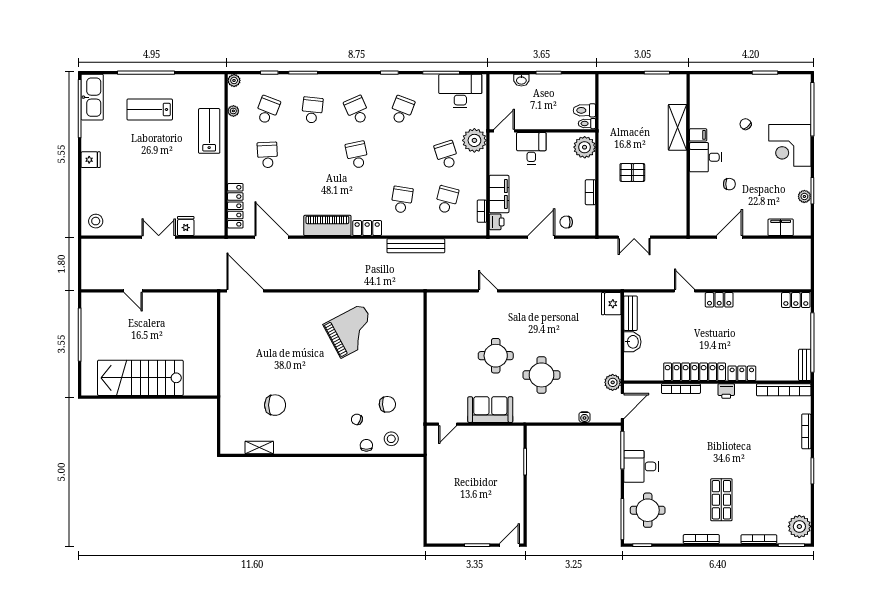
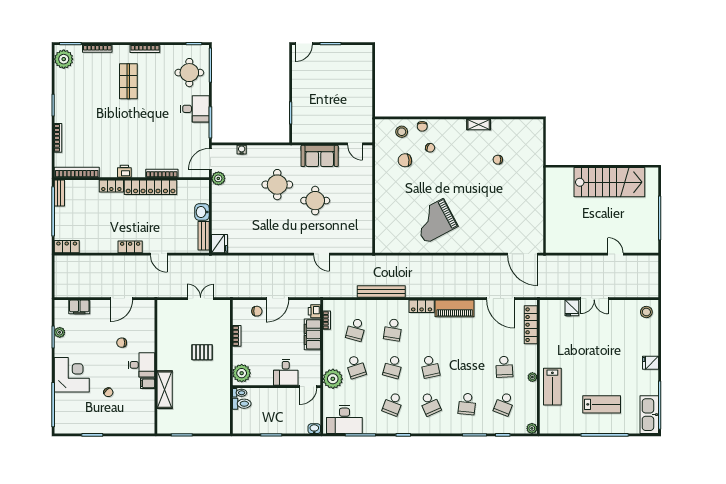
washbasin: (521, 80) -> (314, 429), moved
plant: (233, 111) -> (532, 377), moved
school desk: (402, 155) -> (393, 367), added
chair: (275, 405) -> (498, 160), width x0.54, depth x0.54
door: (448, 424) -> (355, 144), swing flipped
shelving: (259, 448) -> (479, 125), moved

